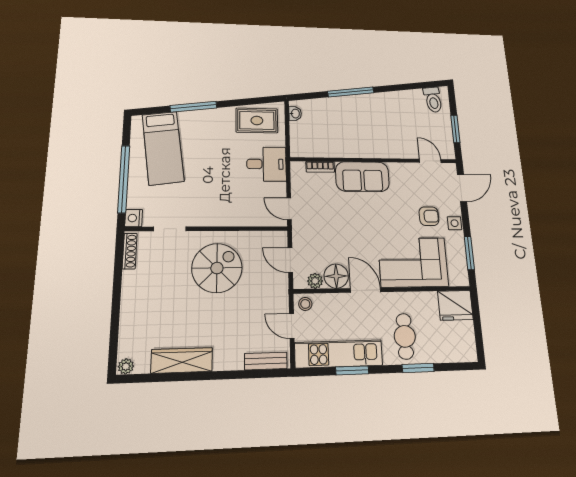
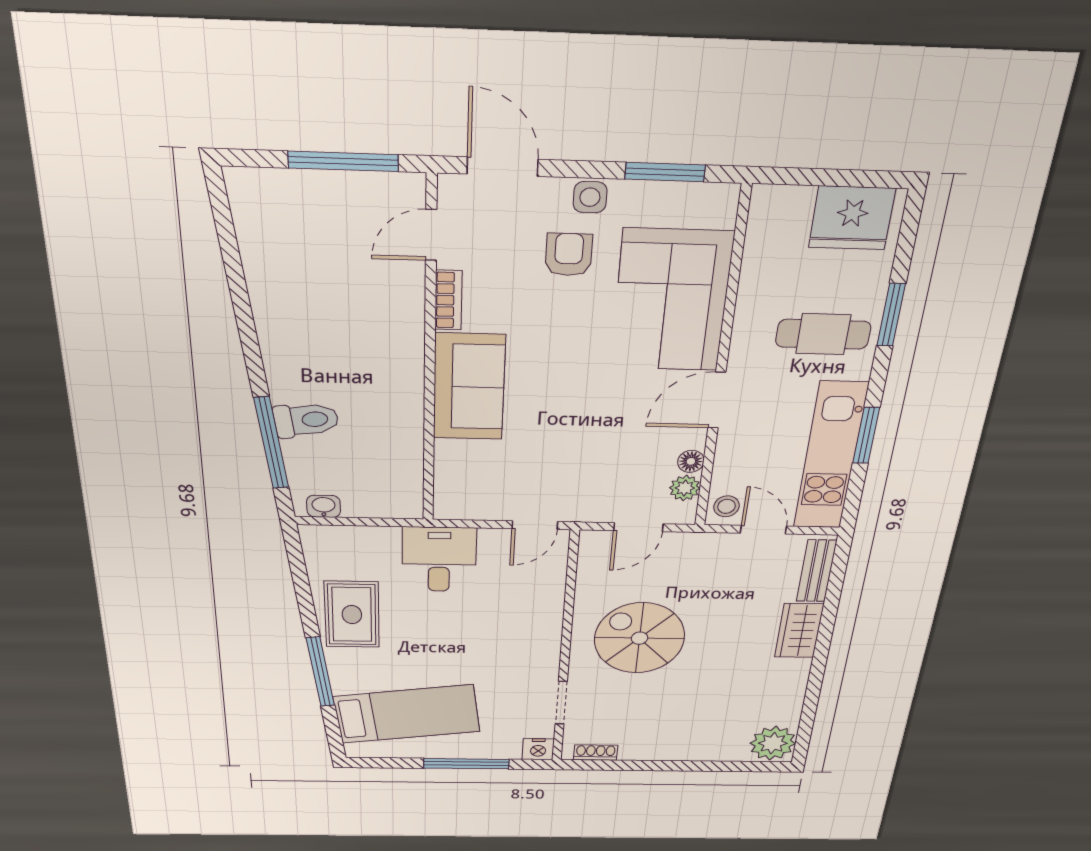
window: (351, 92) -> (271, 443), moved
toilet: (433, 100) -> (306, 420), moved
rug: (257, 120) -> (352, 615), moved
window: (455, 129) -> (343, 161), width x1.44
bookcase: (320, 167) -> (448, 300), moved
window: (124, 179) -> (466, 764), width x0.68
shoe rack: (130, 251) -> (596, 753), width x0.70
floor lamp: (336, 276) -> (691, 461), width x0.53, depth x0.53
fridge: (455, 305) -> (852, 218), moved, turned 90
door: (292, 326) -> (763, 530), swing flipped
wardrobe: (182, 360) -> (799, 631), moved, width x0.67
plant: (126, 366) -> (773, 743), width x1.88, depth x1.88

